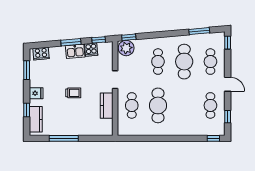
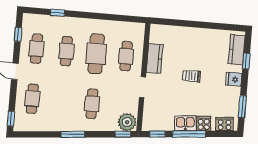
window: (199, 31) -> (73, 134), moved
window: (71, 42) -> (189, 134), width x1.44
cooker: (91, 50) -> (204, 124), moved
cafe table: (184, 62) -> (66, 51), moved, width x0.73, depth x0.74
window: (64, 138) -> (207, 25), removed
window: (213, 138) -> (58, 13), moved

